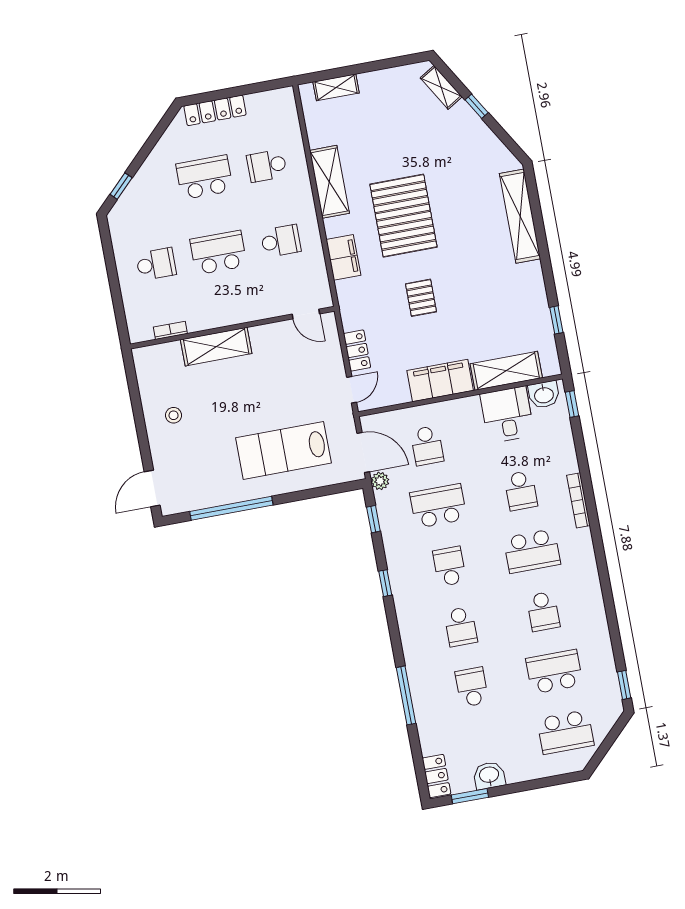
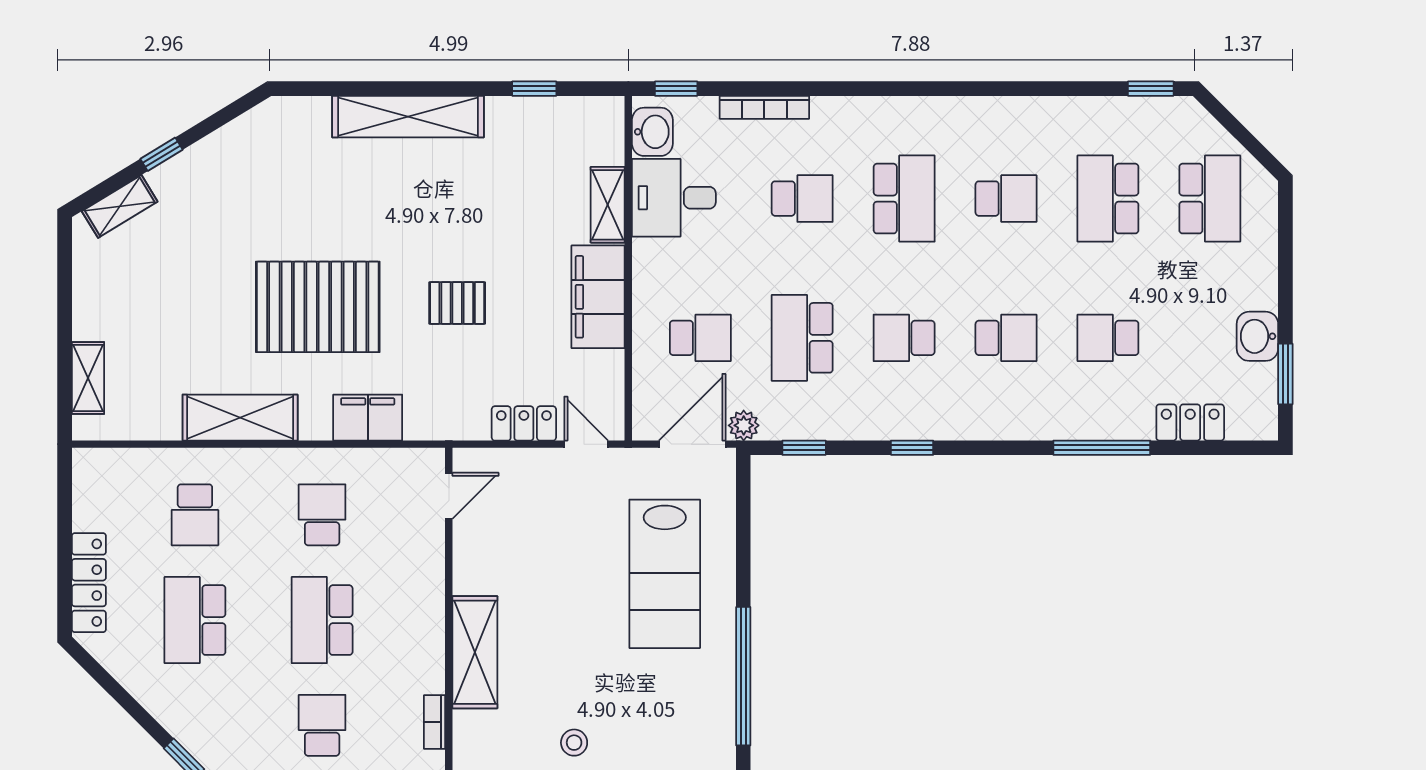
shelving: (520, 216) -> (408, 117), moved
shelving: (506, 371) -> (608, 205), width x0.67, depth x0.75
bookcase: (578, 500) -> (764, 107), moved
locker: (436, 776) -> (1190, 422), moved

